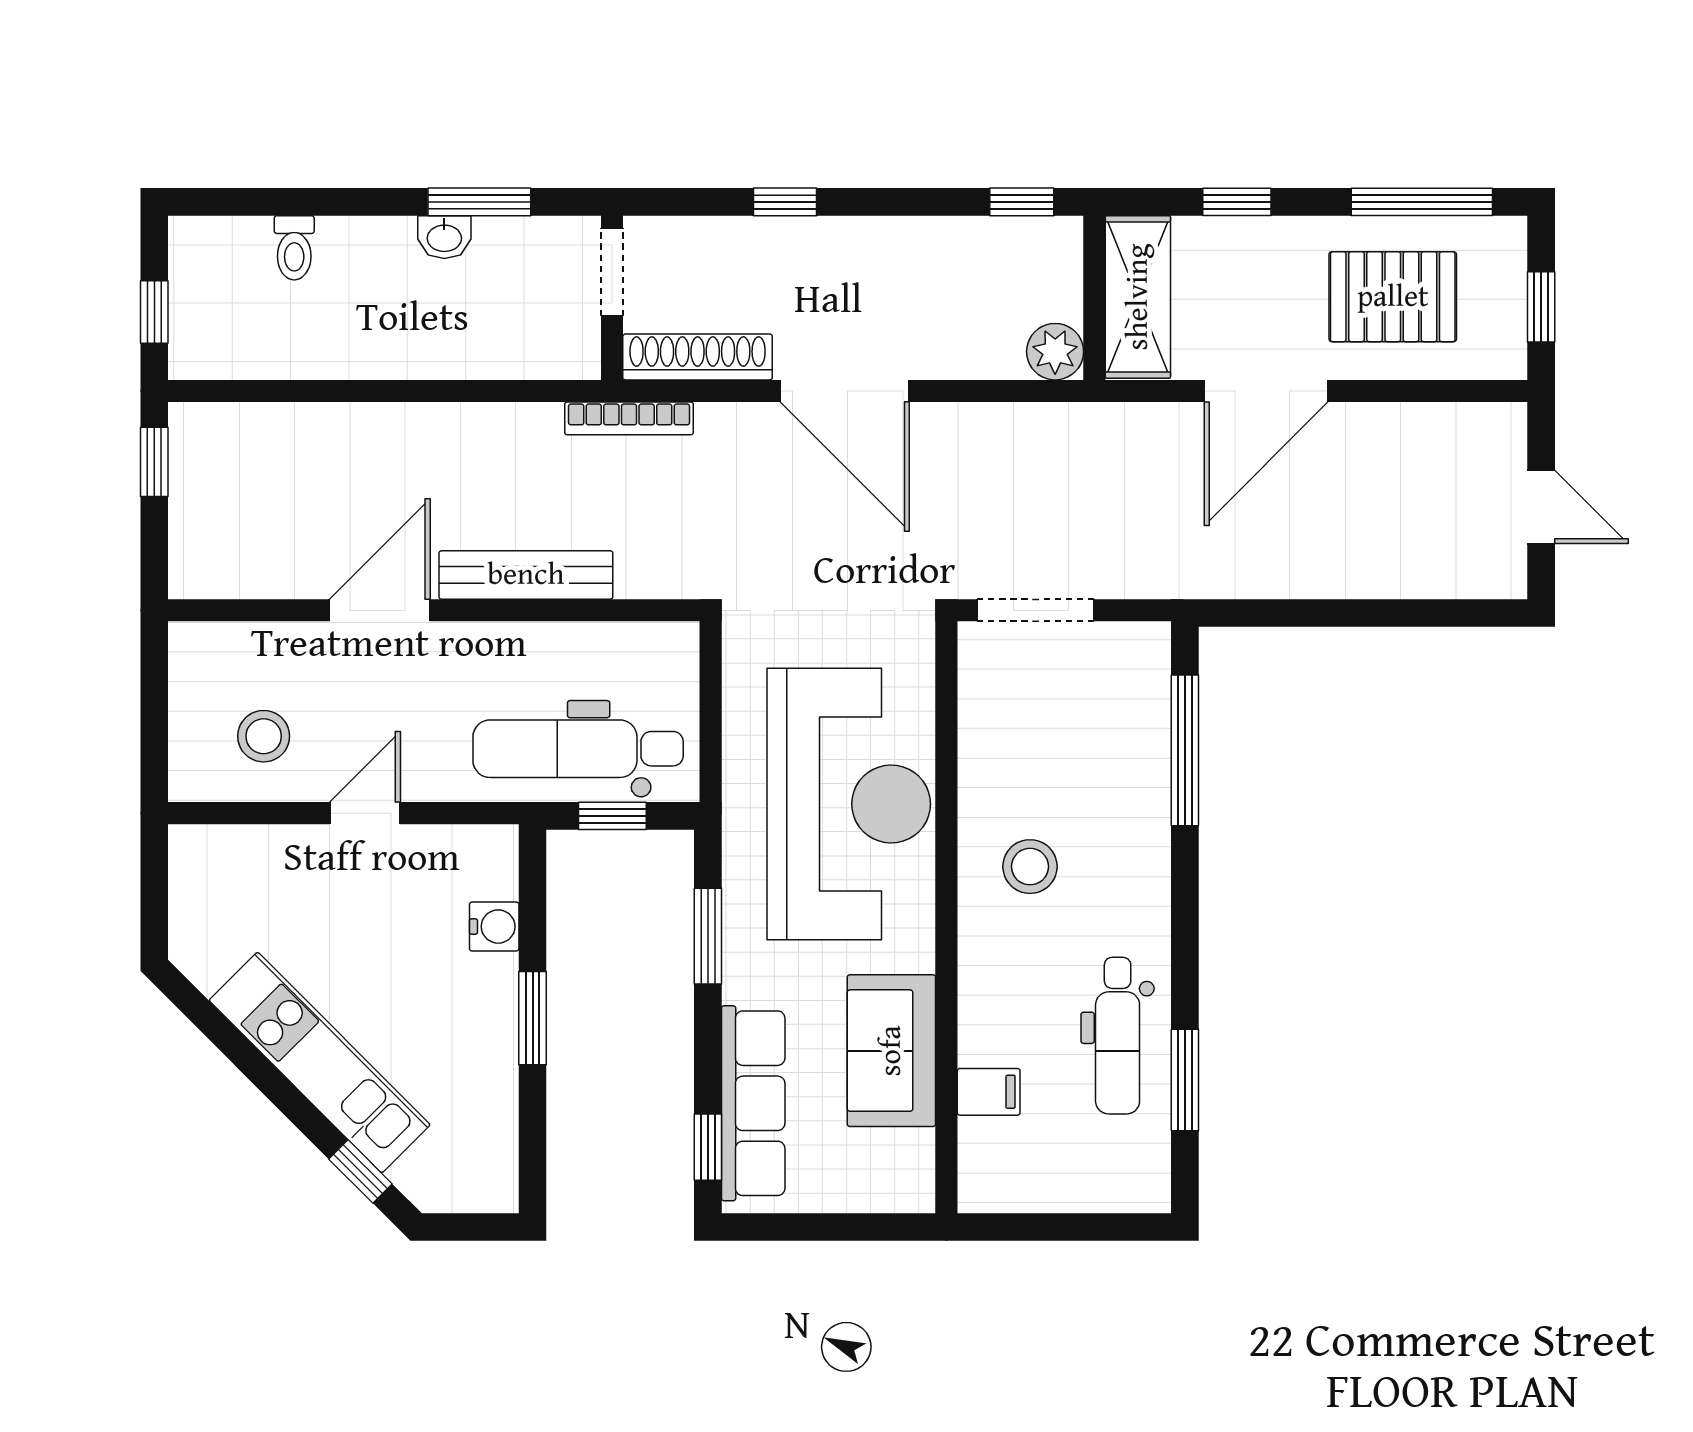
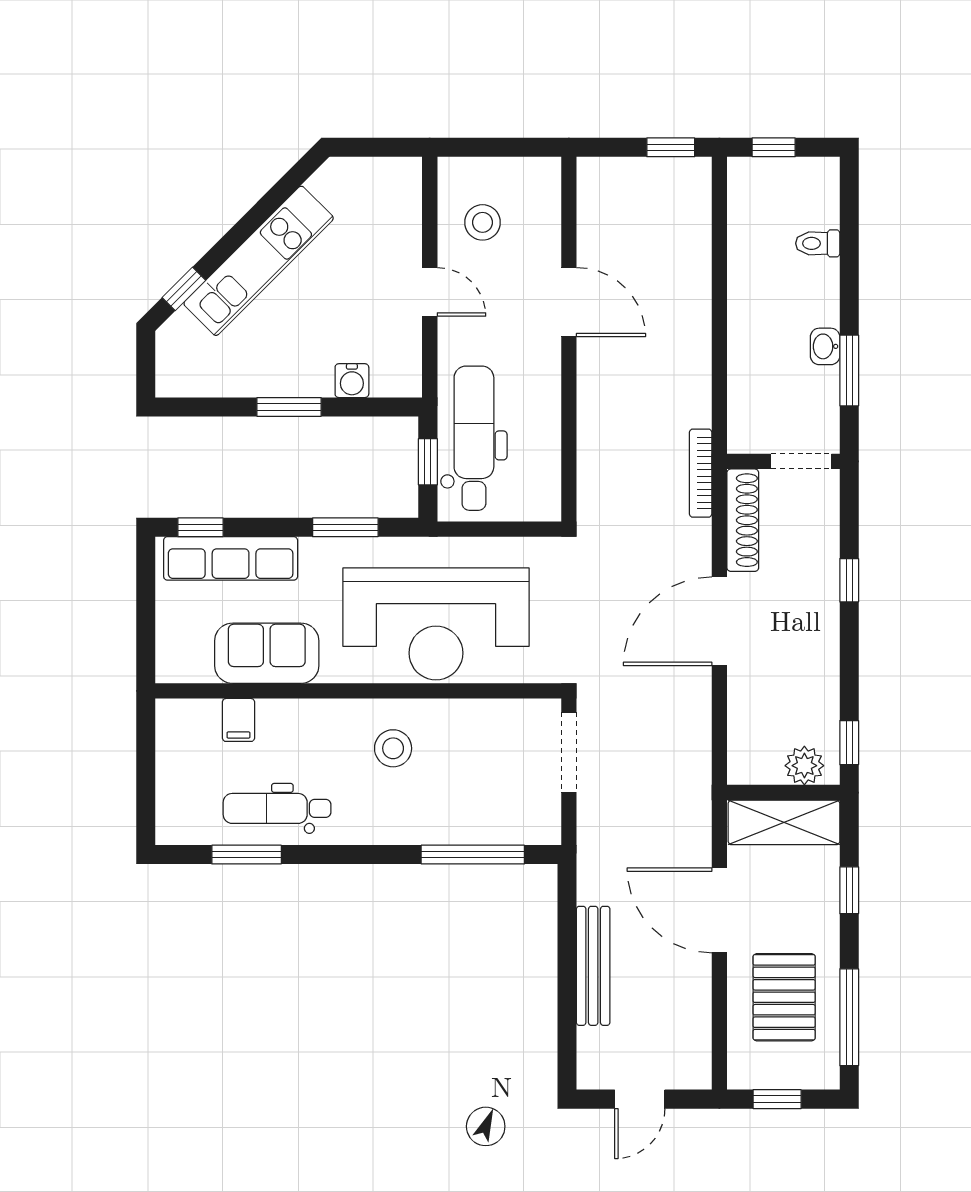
plant: (1055, 352) -> (804, 766), moved
bench: (526, 575) -> (593, 966), moved

